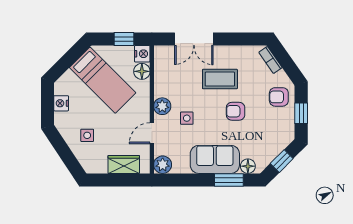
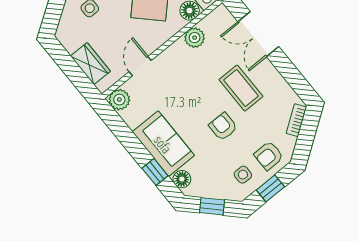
armchair: (279, 97) -> (269, 156), turned -90
plant: (162, 106) -> (195, 38), moved
side table: (187, 118) -> (243, 175), moved
door: (152, 133) -> (140, 66), hinge flipped
window: (229, 180) -> (155, 172), width x0.67

